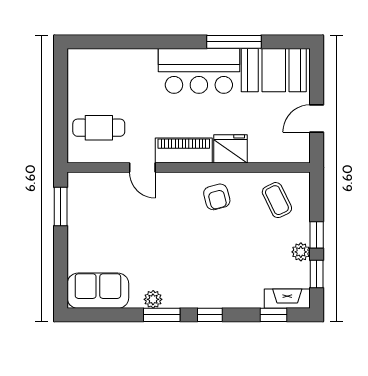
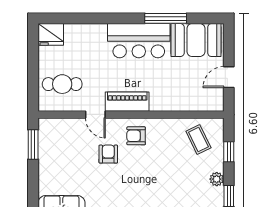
fridge: (231, 149) -> (51, 34), moved, turned 180
armchair: (217, 197) -> (136, 136), moved, turned 105
armchair: (159, 219) -> (108, 154), added
window: (317, 235) -> (229, 152), moved

